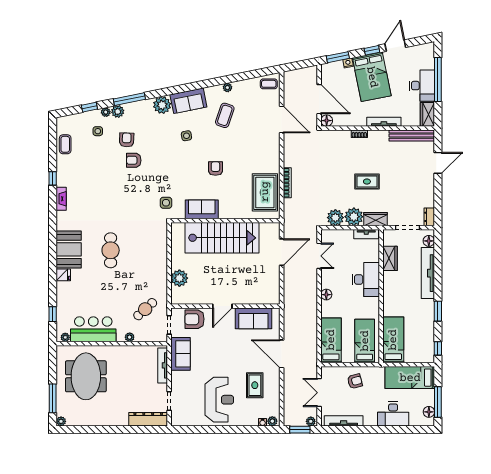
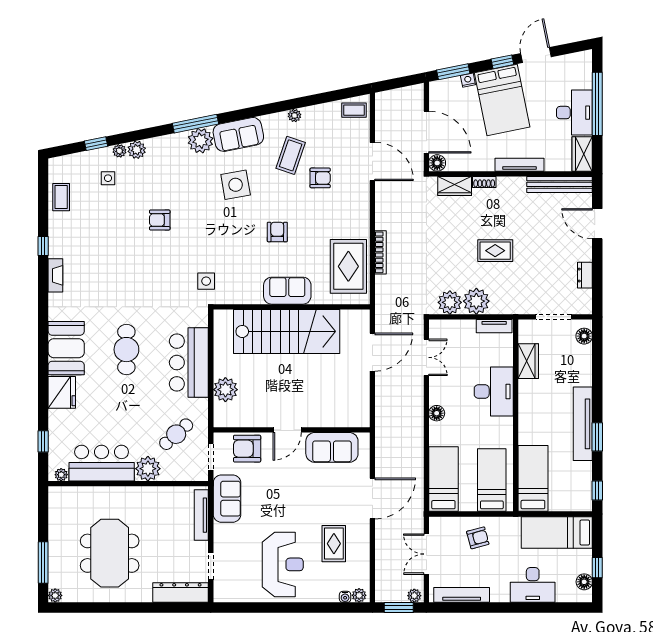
window: (129, 99) -> (195, 124), moved
side table: (186, 136) -> (236, 185), width x1.87, depth x1.87
armchair: (127, 140) -> (320, 178), moved, turned 88
door: (438, 163) -> (597, 224), swing flipped
sofa: (202, 209) -> (287, 291), moved
dresser: (429, 217) -> (585, 275), moved
wardrobe: (376, 219) -> (455, 186), moved, turned 180
bar counter: (154, 259) -> (189, 363), added
tv unit: (428, 273) -> (583, 424), moved
fridge: (63, 275) -> (62, 392), width x1.88, depth x1.34
plant: (130, 337) -> (148, 469), width x1.88, depth x1.88
door: (282, 354) -> (372, 499), swing flipped
meeting table: (86, 376) -> (110, 553), moved
window: (438, 402) -> (597, 568), width x0.46

